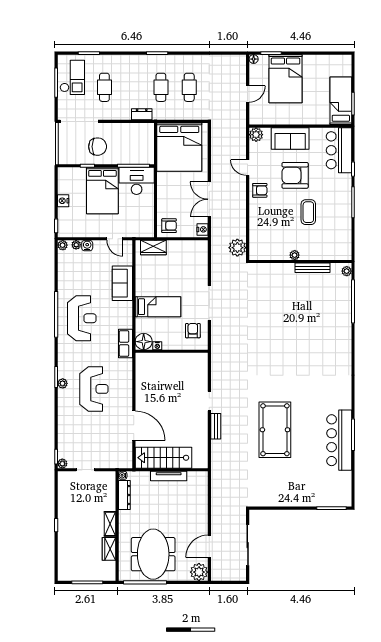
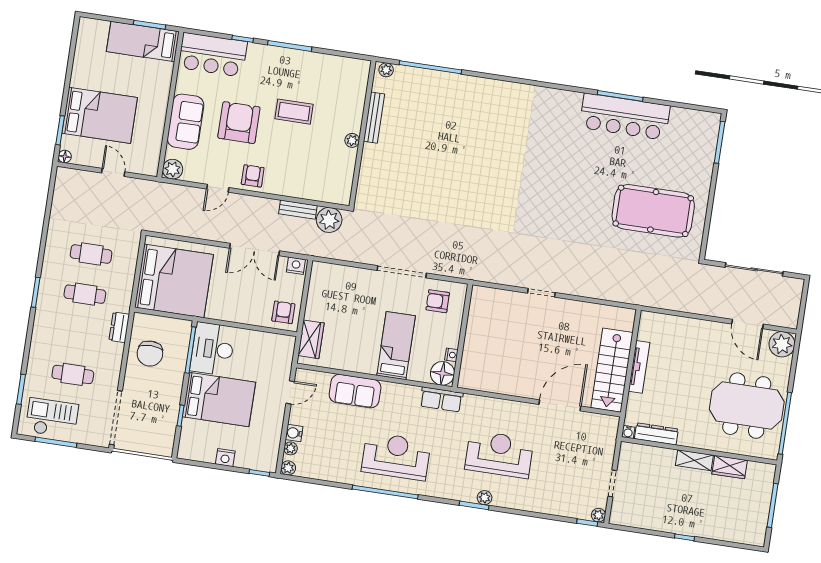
chair: (98, 147) -> (150, 354), moved, turned 180
armchair: (295, 175) -> (239, 123), turned 180
bench: (216, 426) -> (298, 210), moved
pool table: (275, 430) -> (653, 211), moved

